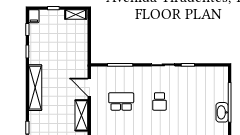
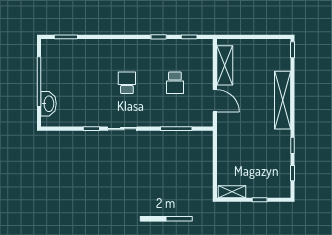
filing cabinet: (34, 16) -> (284, 190), removed
school desk: (121, 101) -> (175, 83), width x0.54
washbasin: (222, 112) -> (48, 104), moved

